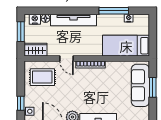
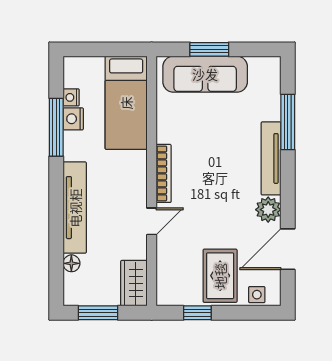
nightstand: (35, 19) -> (73, 119), moved
rug: (42, 77) -> (220, 276), moved
window: (21, 103) -> (197, 313), moved

